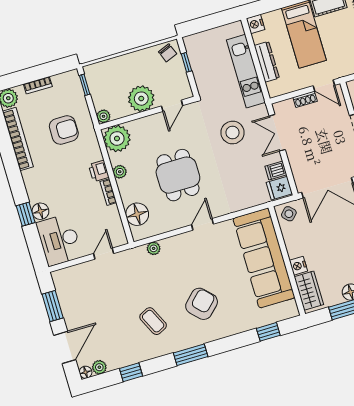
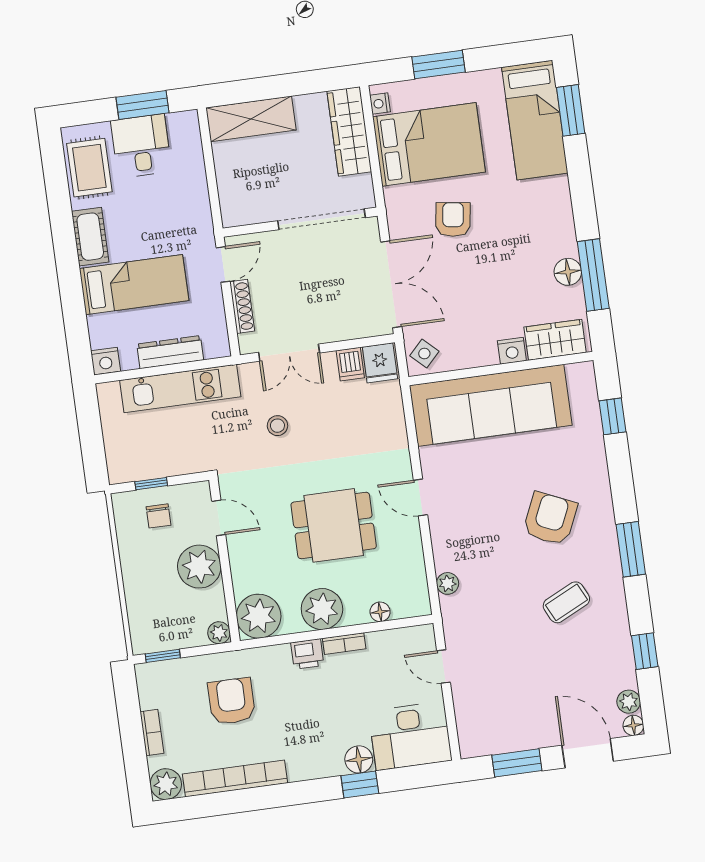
chair: (168, 53) -> (158, 516), moved, turned 112
shoe rack: (305, 99) -> (242, 306), width x1.43
stool: (233, 133) -> (277, 426), width x0.53, depth x0.53
plant: (120, 172) -> (322, 609), width x1.87, depth x1.87
floor lamp: (137, 214) -> (380, 612), width x0.53, depth x0.53
armchair: (202, 304) -> (550, 519), turned 69

